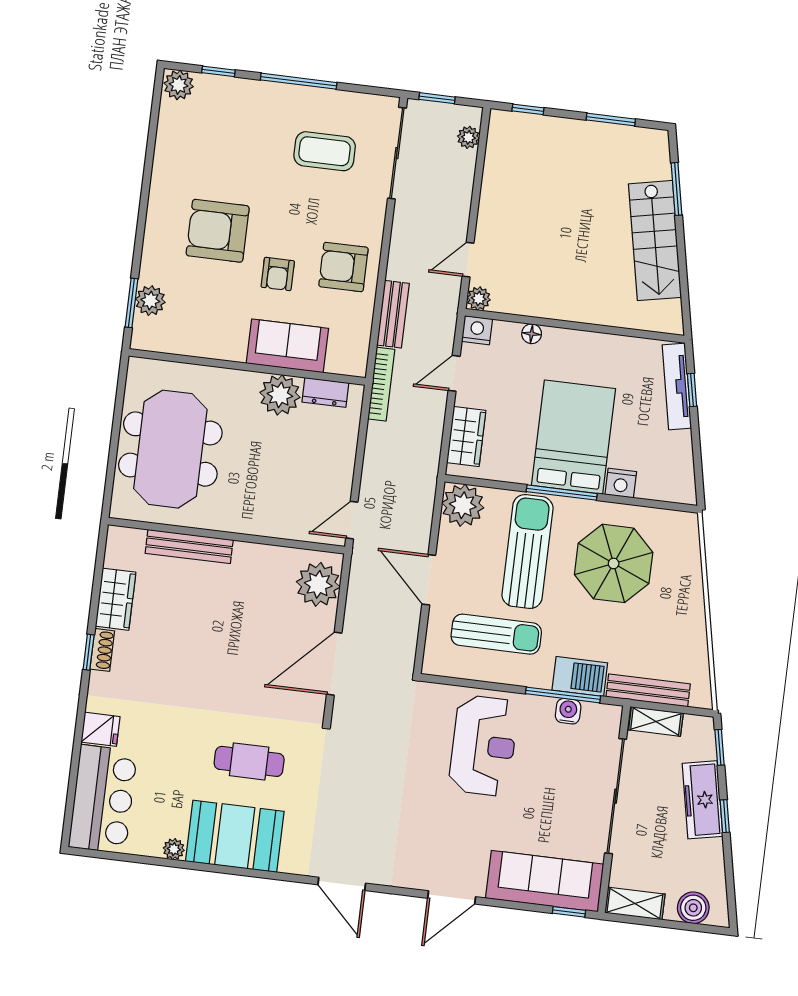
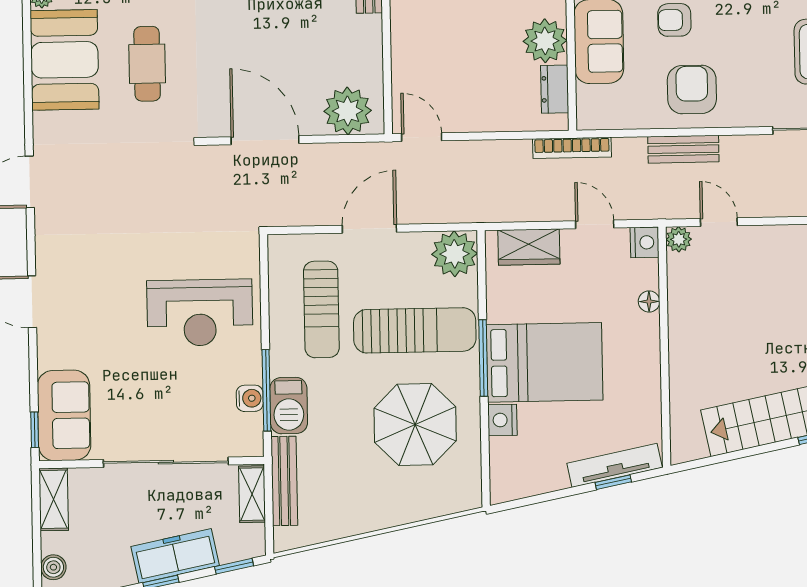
bench: (393, 314) -> (683, 149), moved
sofa: (545, 881) -> (64, 415), width x0.73
boiler: (693, 908) -> (53, 567), width x0.73, depth x0.73

